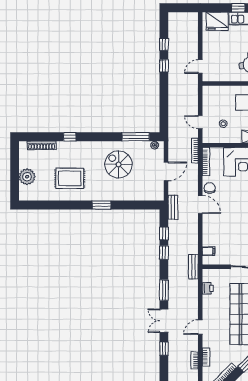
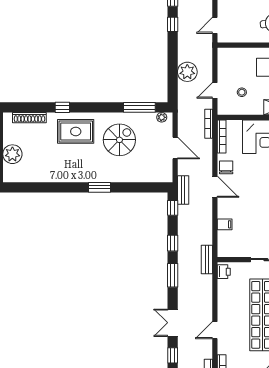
plant: (177, 106) -> (187, 72), added
door: (200, 122) -> (215, 90), hinge flipped
spiral stairs: (119, 164) -> (119, 140), turned 90
door: (166, 171) -> (175, 148), hinge flipped
rug: (70, 178) -> (76, 131), moved
window: (164, 234) -> (173, 208), moved
filing cabinet: (208, 251) -> (225, 224), moved
printer: (208, 288) -> (224, 272), moved
window: (164, 290) -> (173, 275), moved

